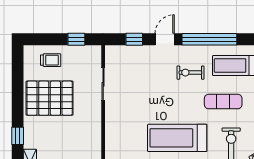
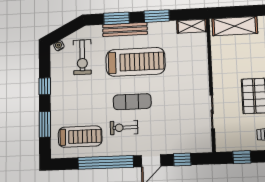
exercise bike: (190, 73) -> (124, 128), turned 180
exercise mat: (223, 102) -> (132, 102), moved

